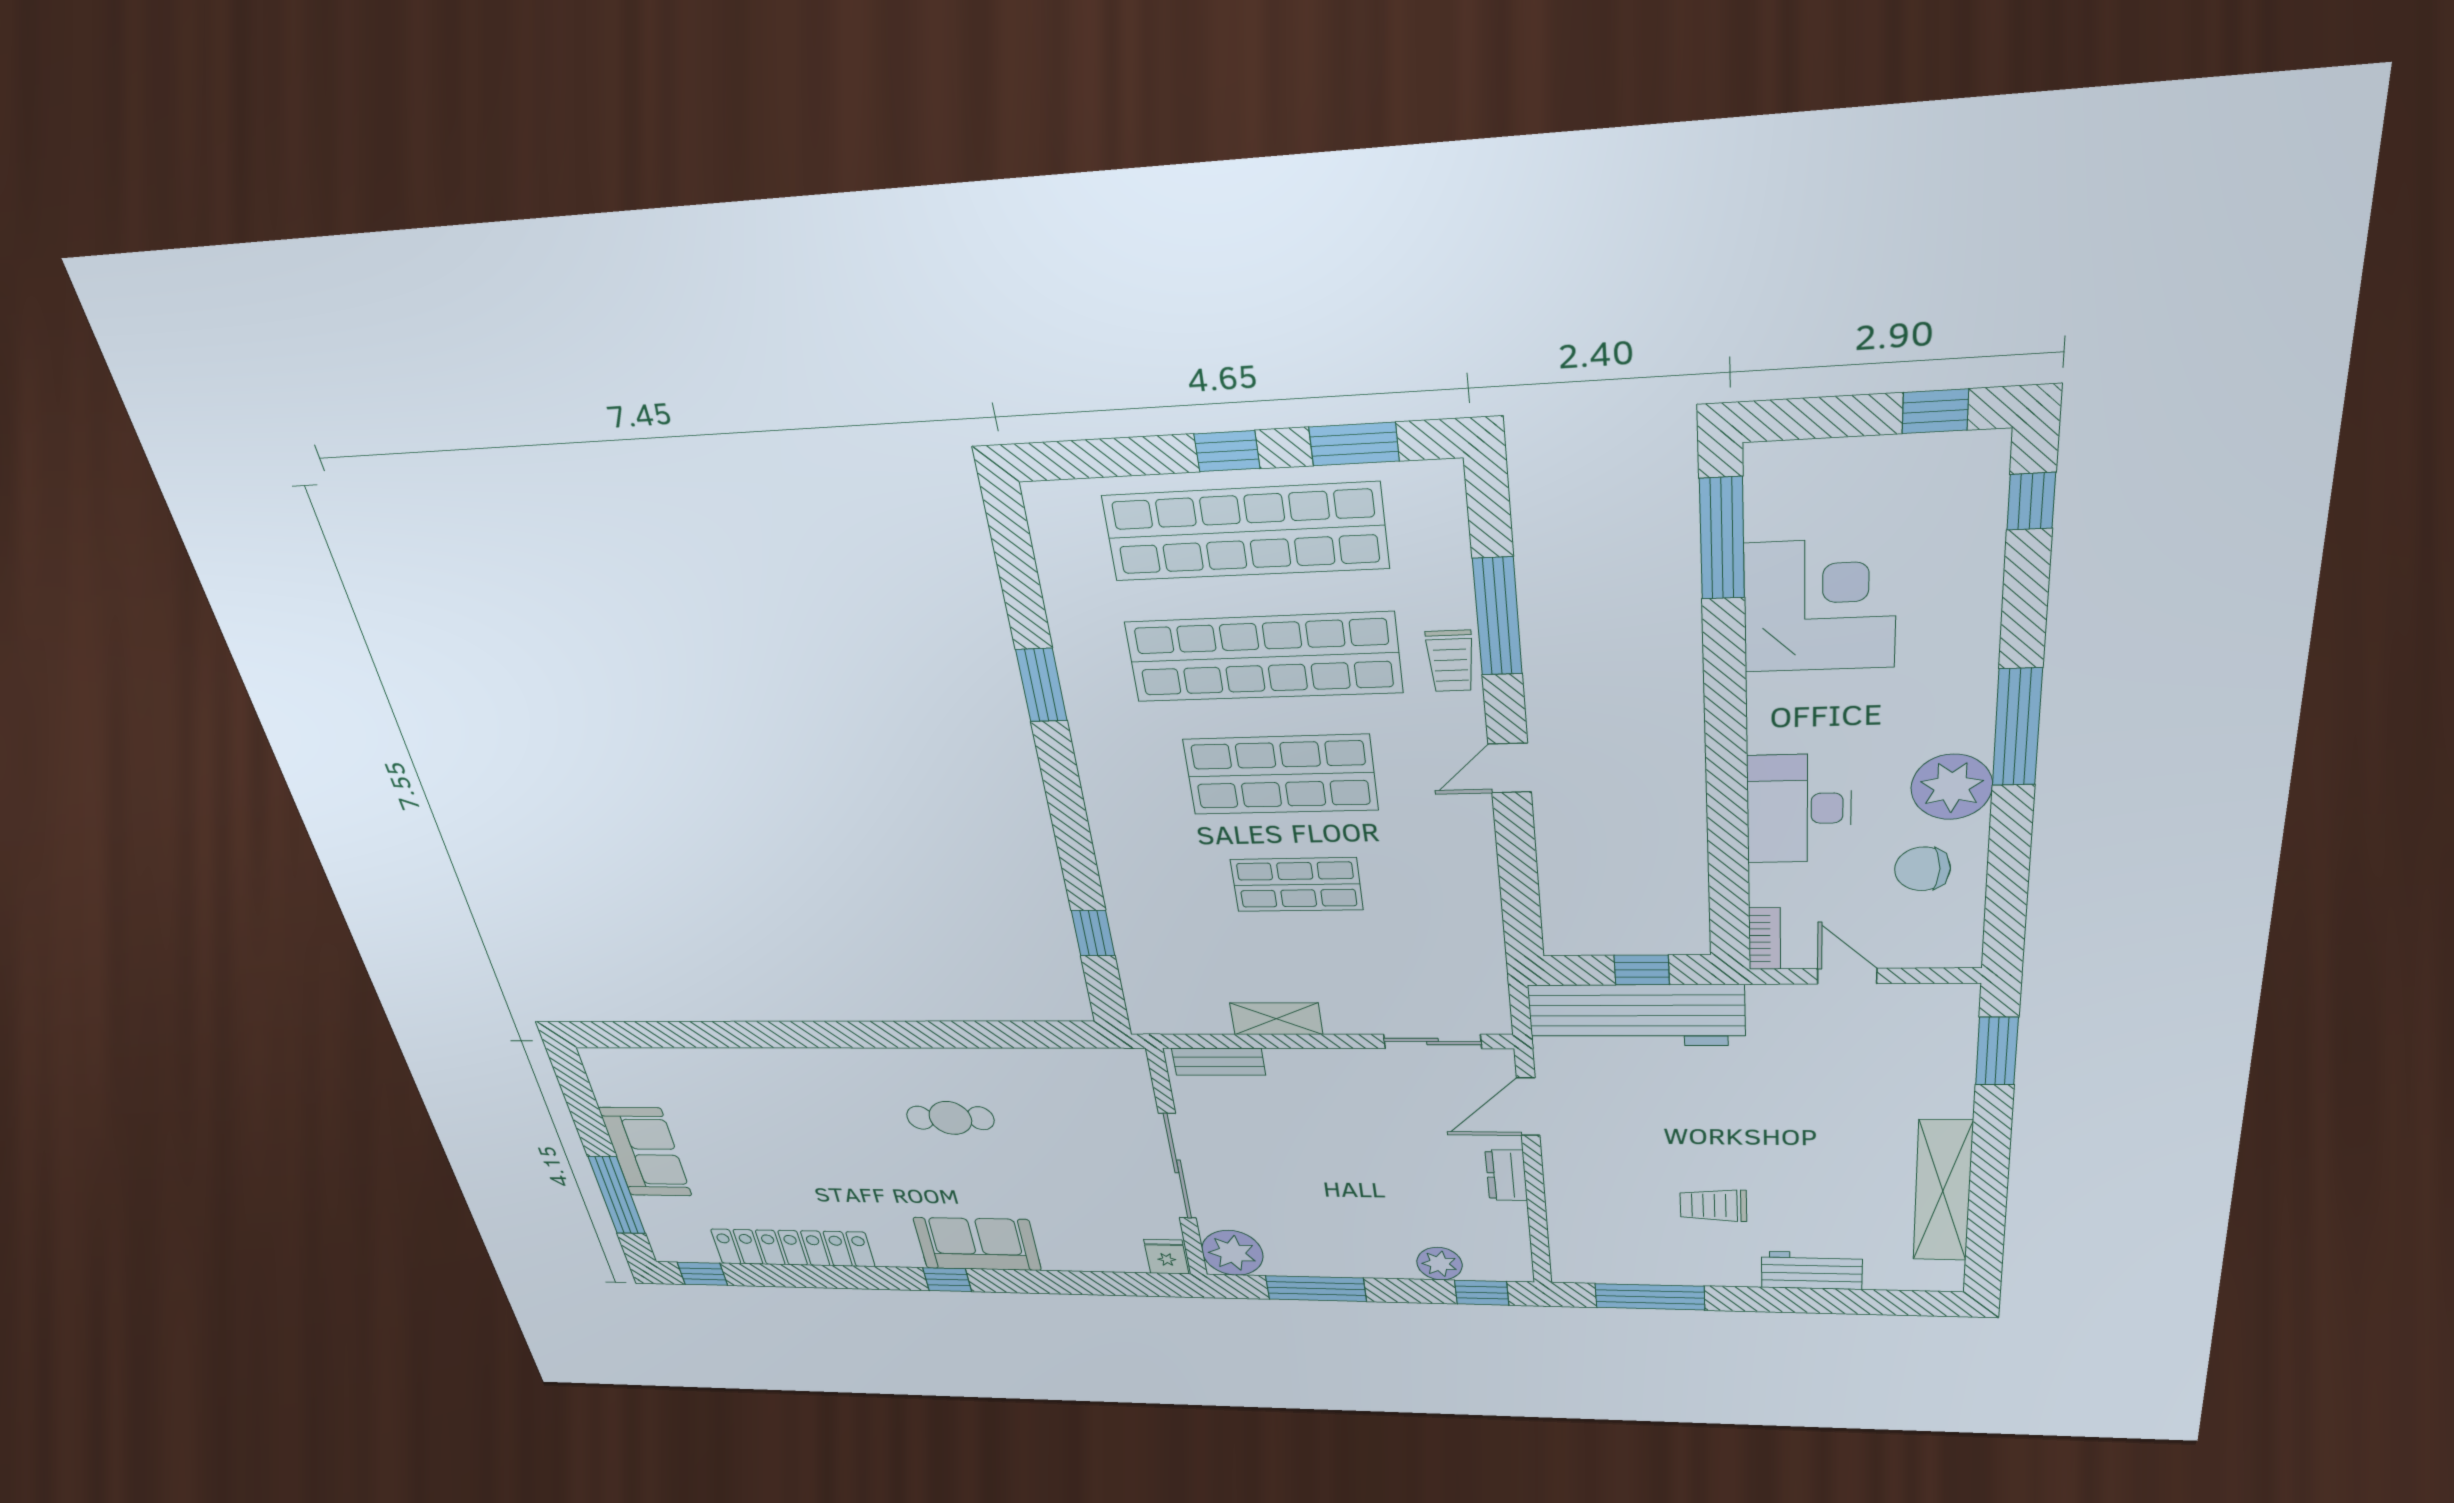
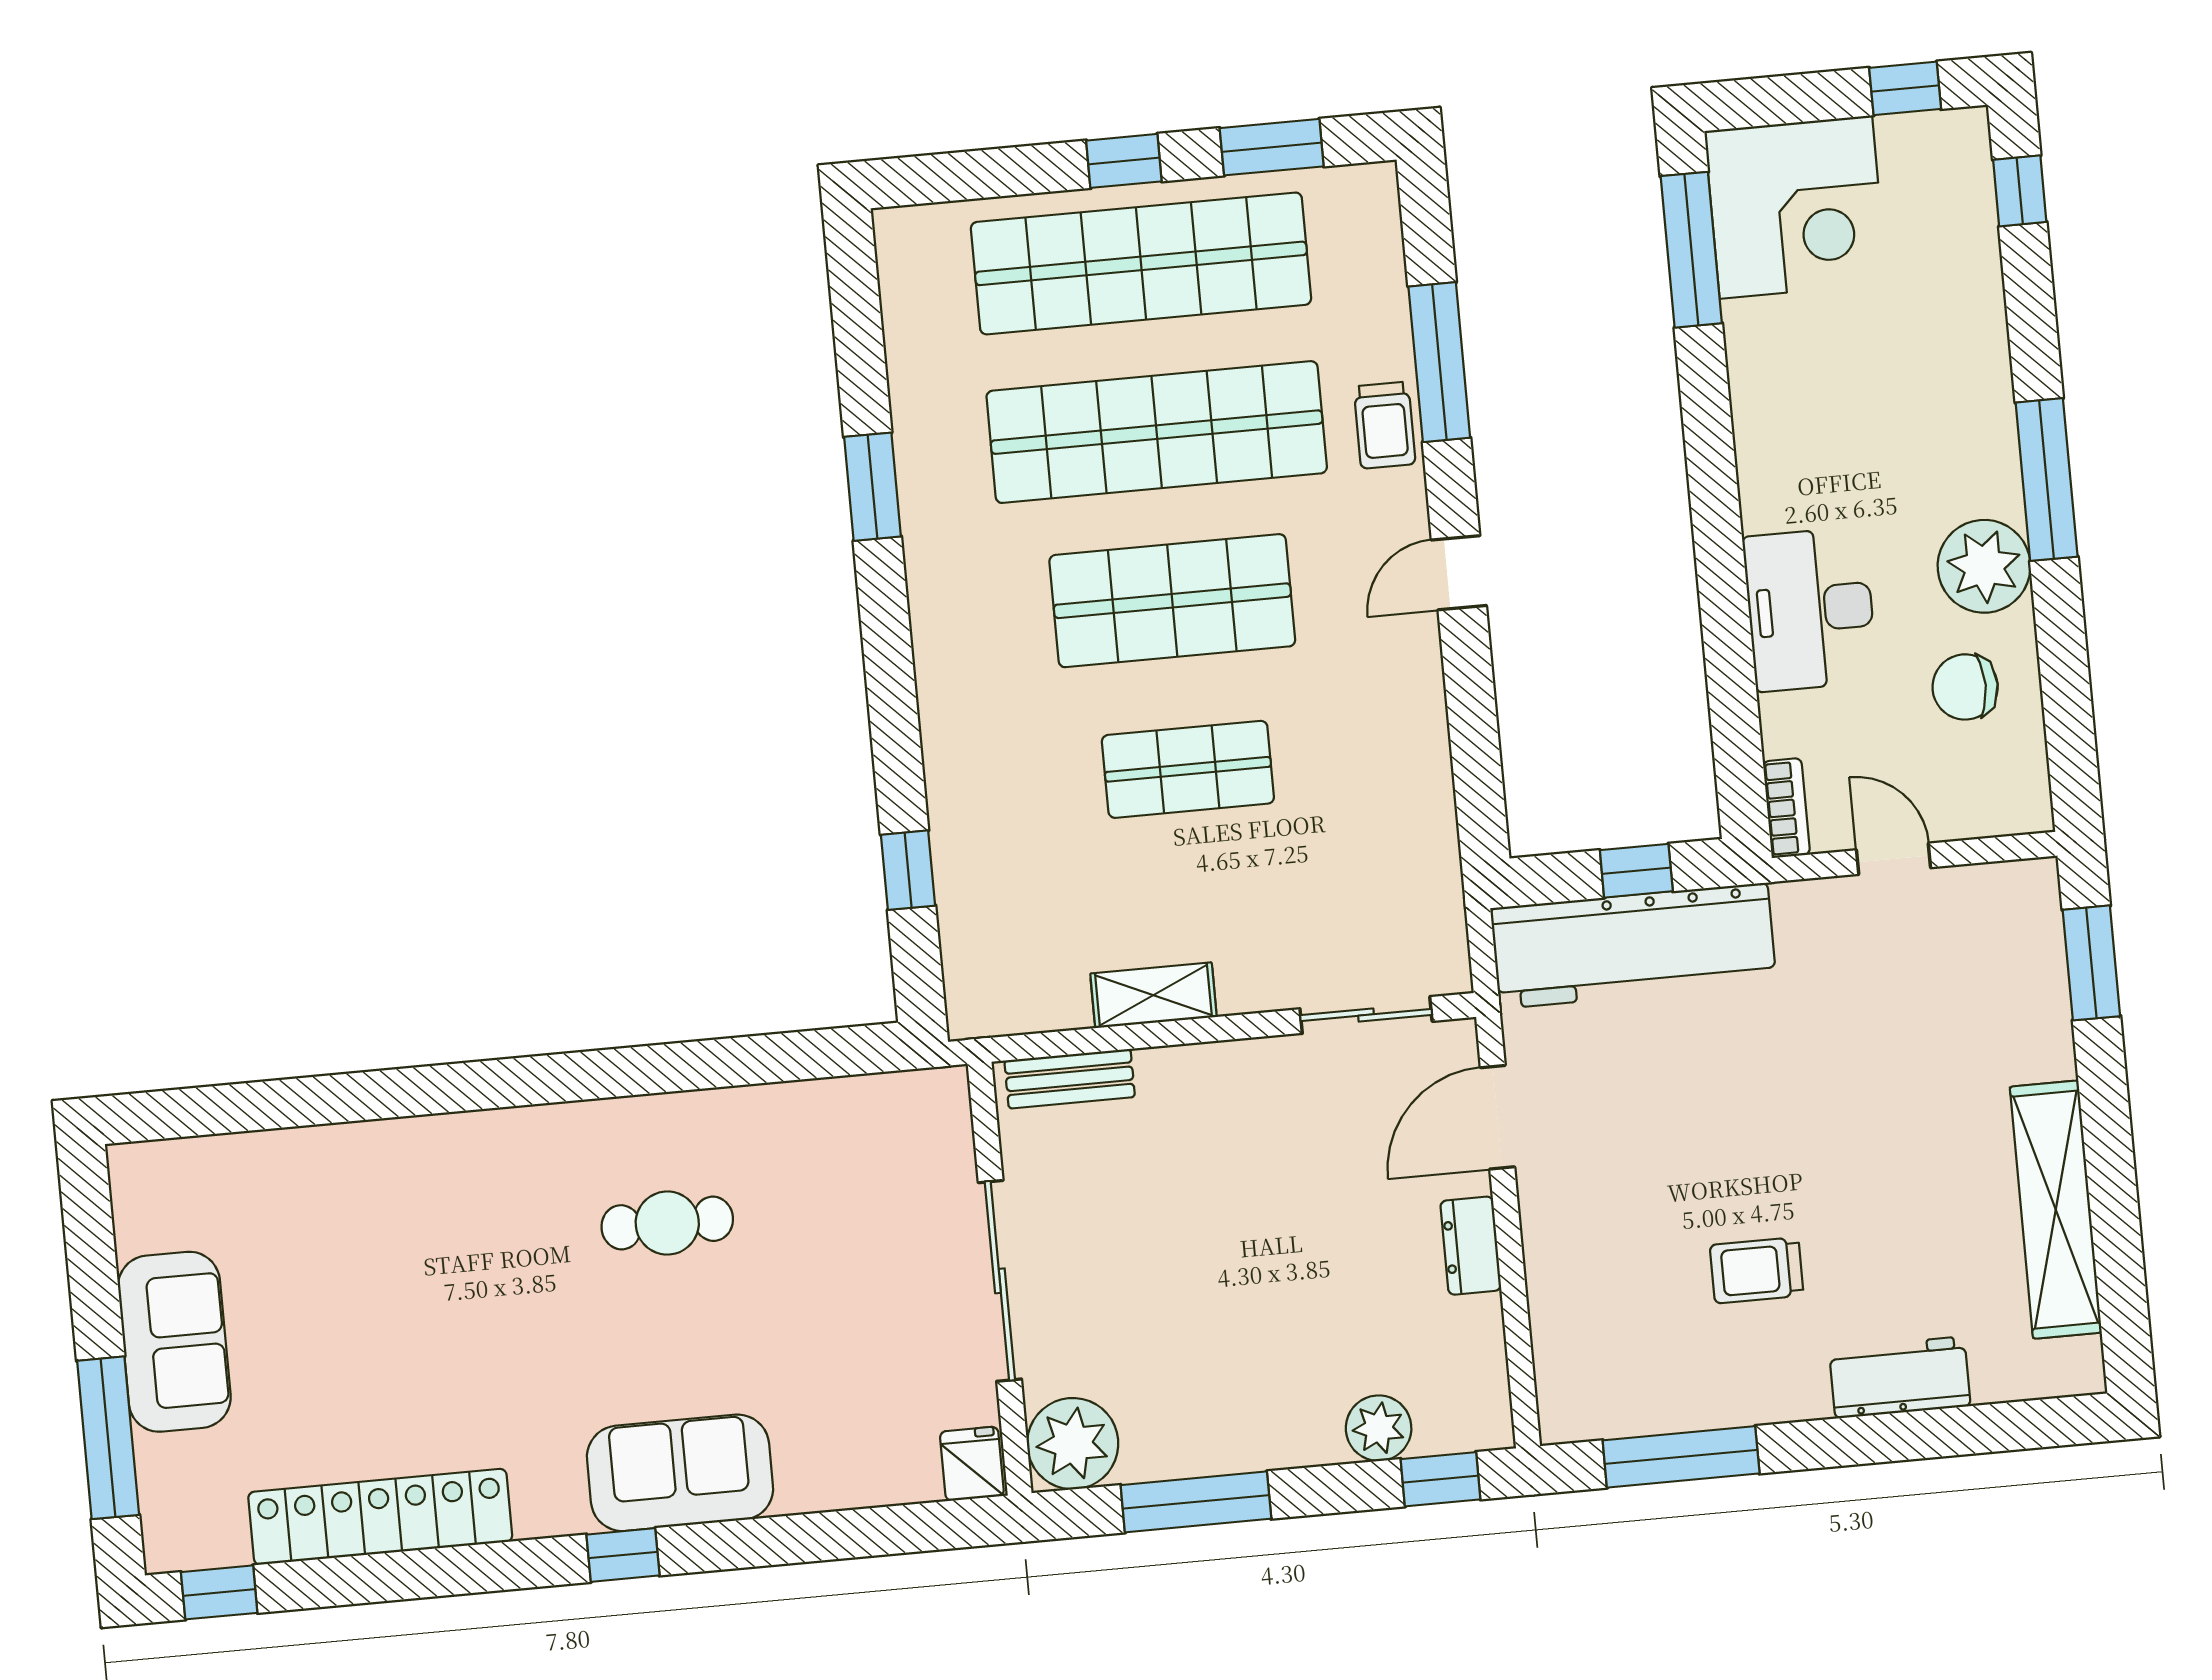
corner desk: (1820, 606) -> (1796, 207), moved, turned 90

